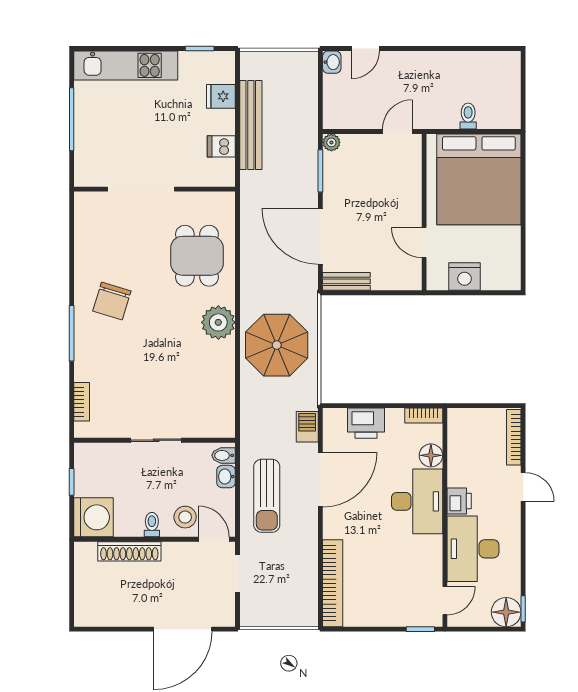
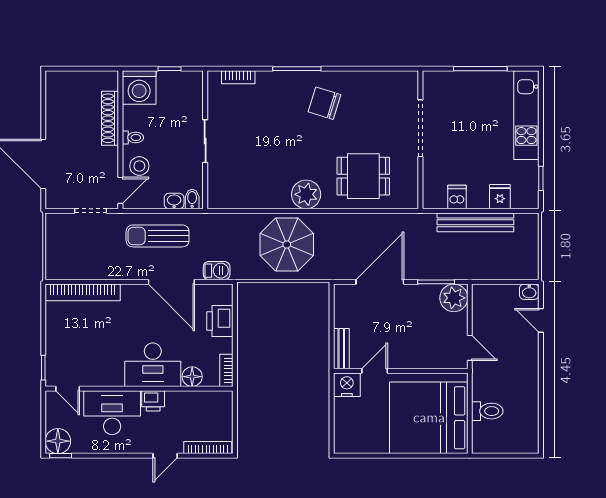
toilet: (468, 116) -> (487, 411), width x1.37, depth x1.39
plant: (331, 142) -> (454, 298), width x1.88, depth x1.88
nightstand: (465, 277) -> (347, 385), moved, turned 90
bench: (346, 281) -> (341, 349), moved

